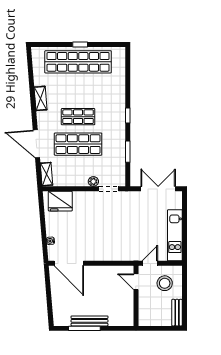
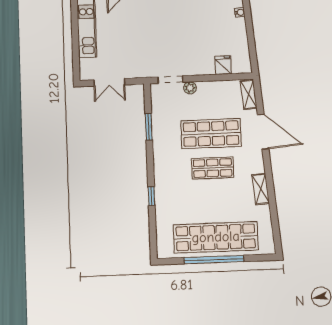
window: (80, 45) -> (214, 260), width x3.17
window: (128, 116) -> (151, 196), moved
double door: (158, 189) -> (109, 82), width x0.73
fridge: (60, 201) -> (223, 65), width x0.53, depth x0.75

